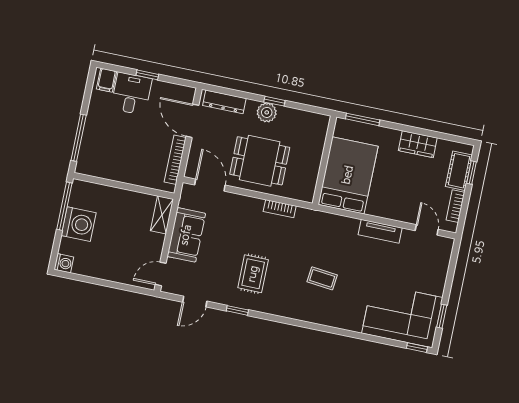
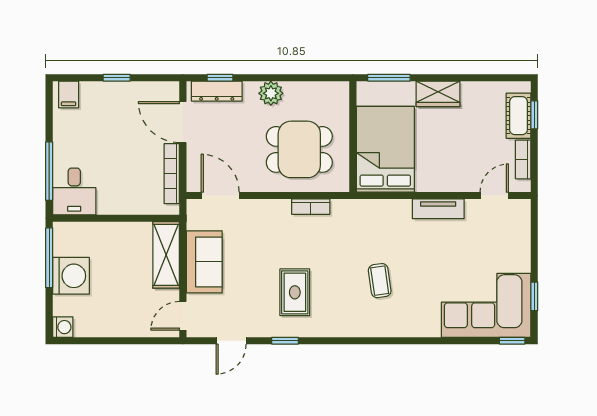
desk: (131, 94) -> (74, 191), moved, turned 180
window: (274, 101) -> (220, 78), moved
wardrobe: (418, 144) -> (438, 94), moved
dining table: (260, 161) -> (299, 149), moved
shelving: (162, 215) -> (166, 255), width x1.50, depth x1.33
door: (427, 230) -> (494, 196), hinge flipped
coffee table: (322, 278) -> (380, 281), turned 76

